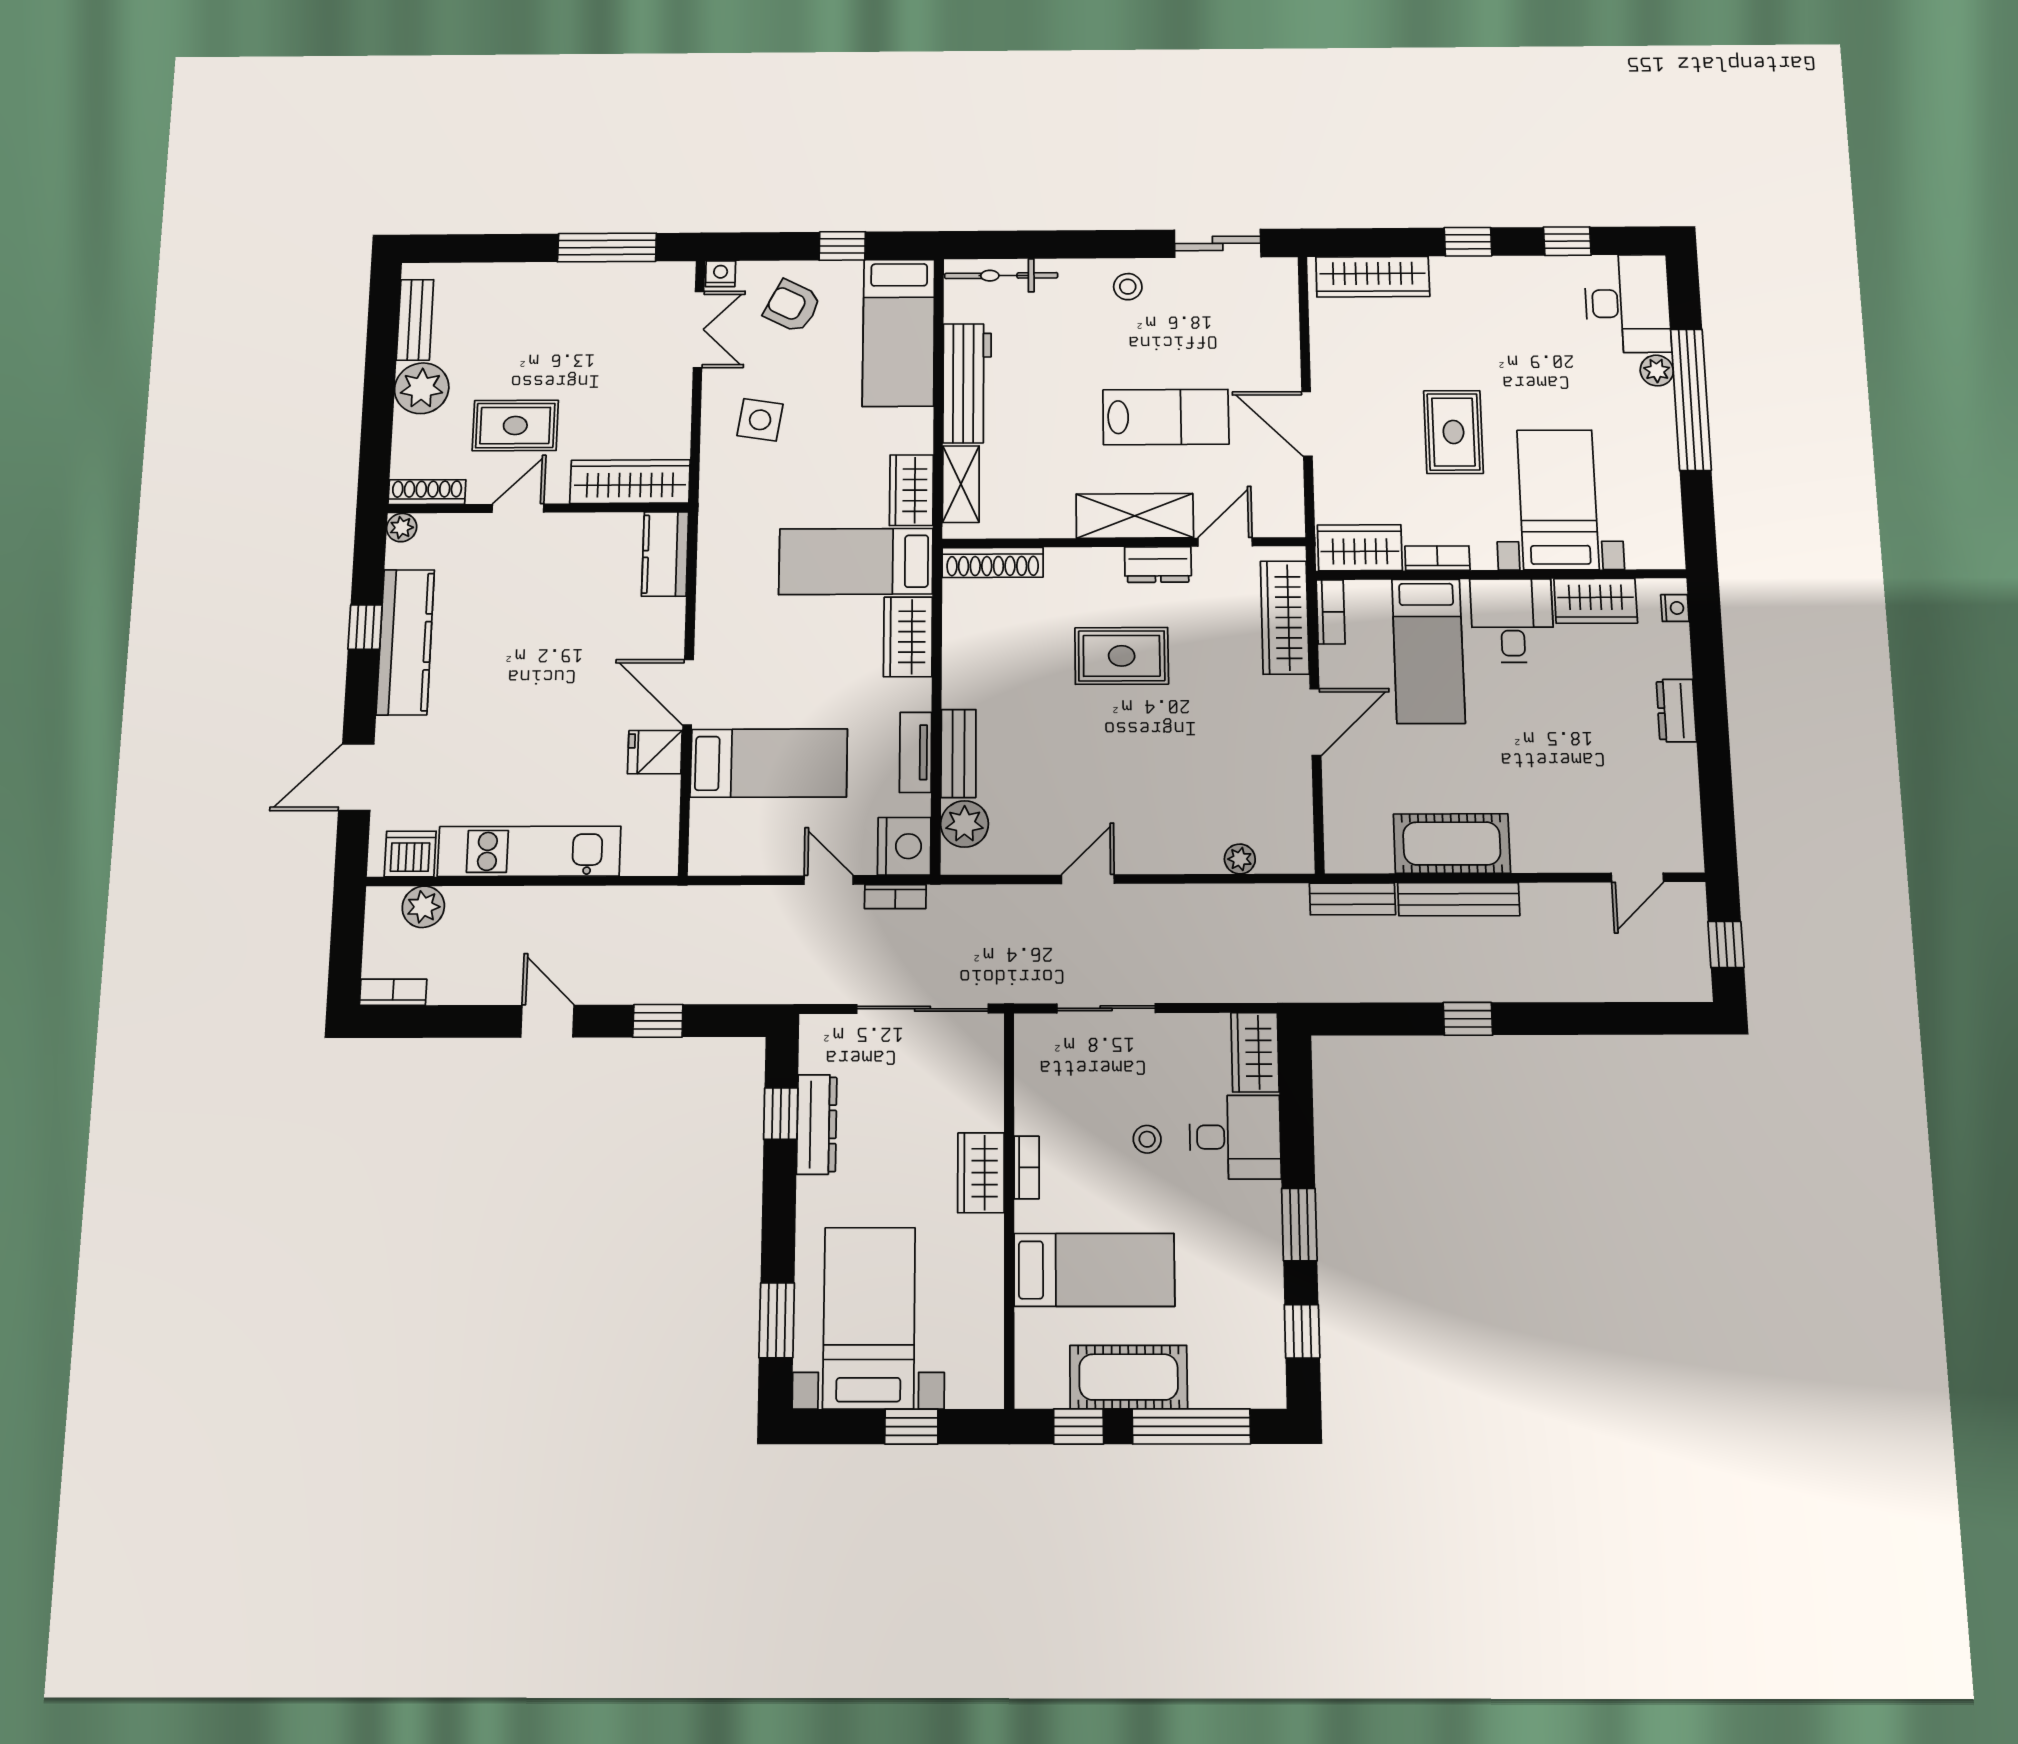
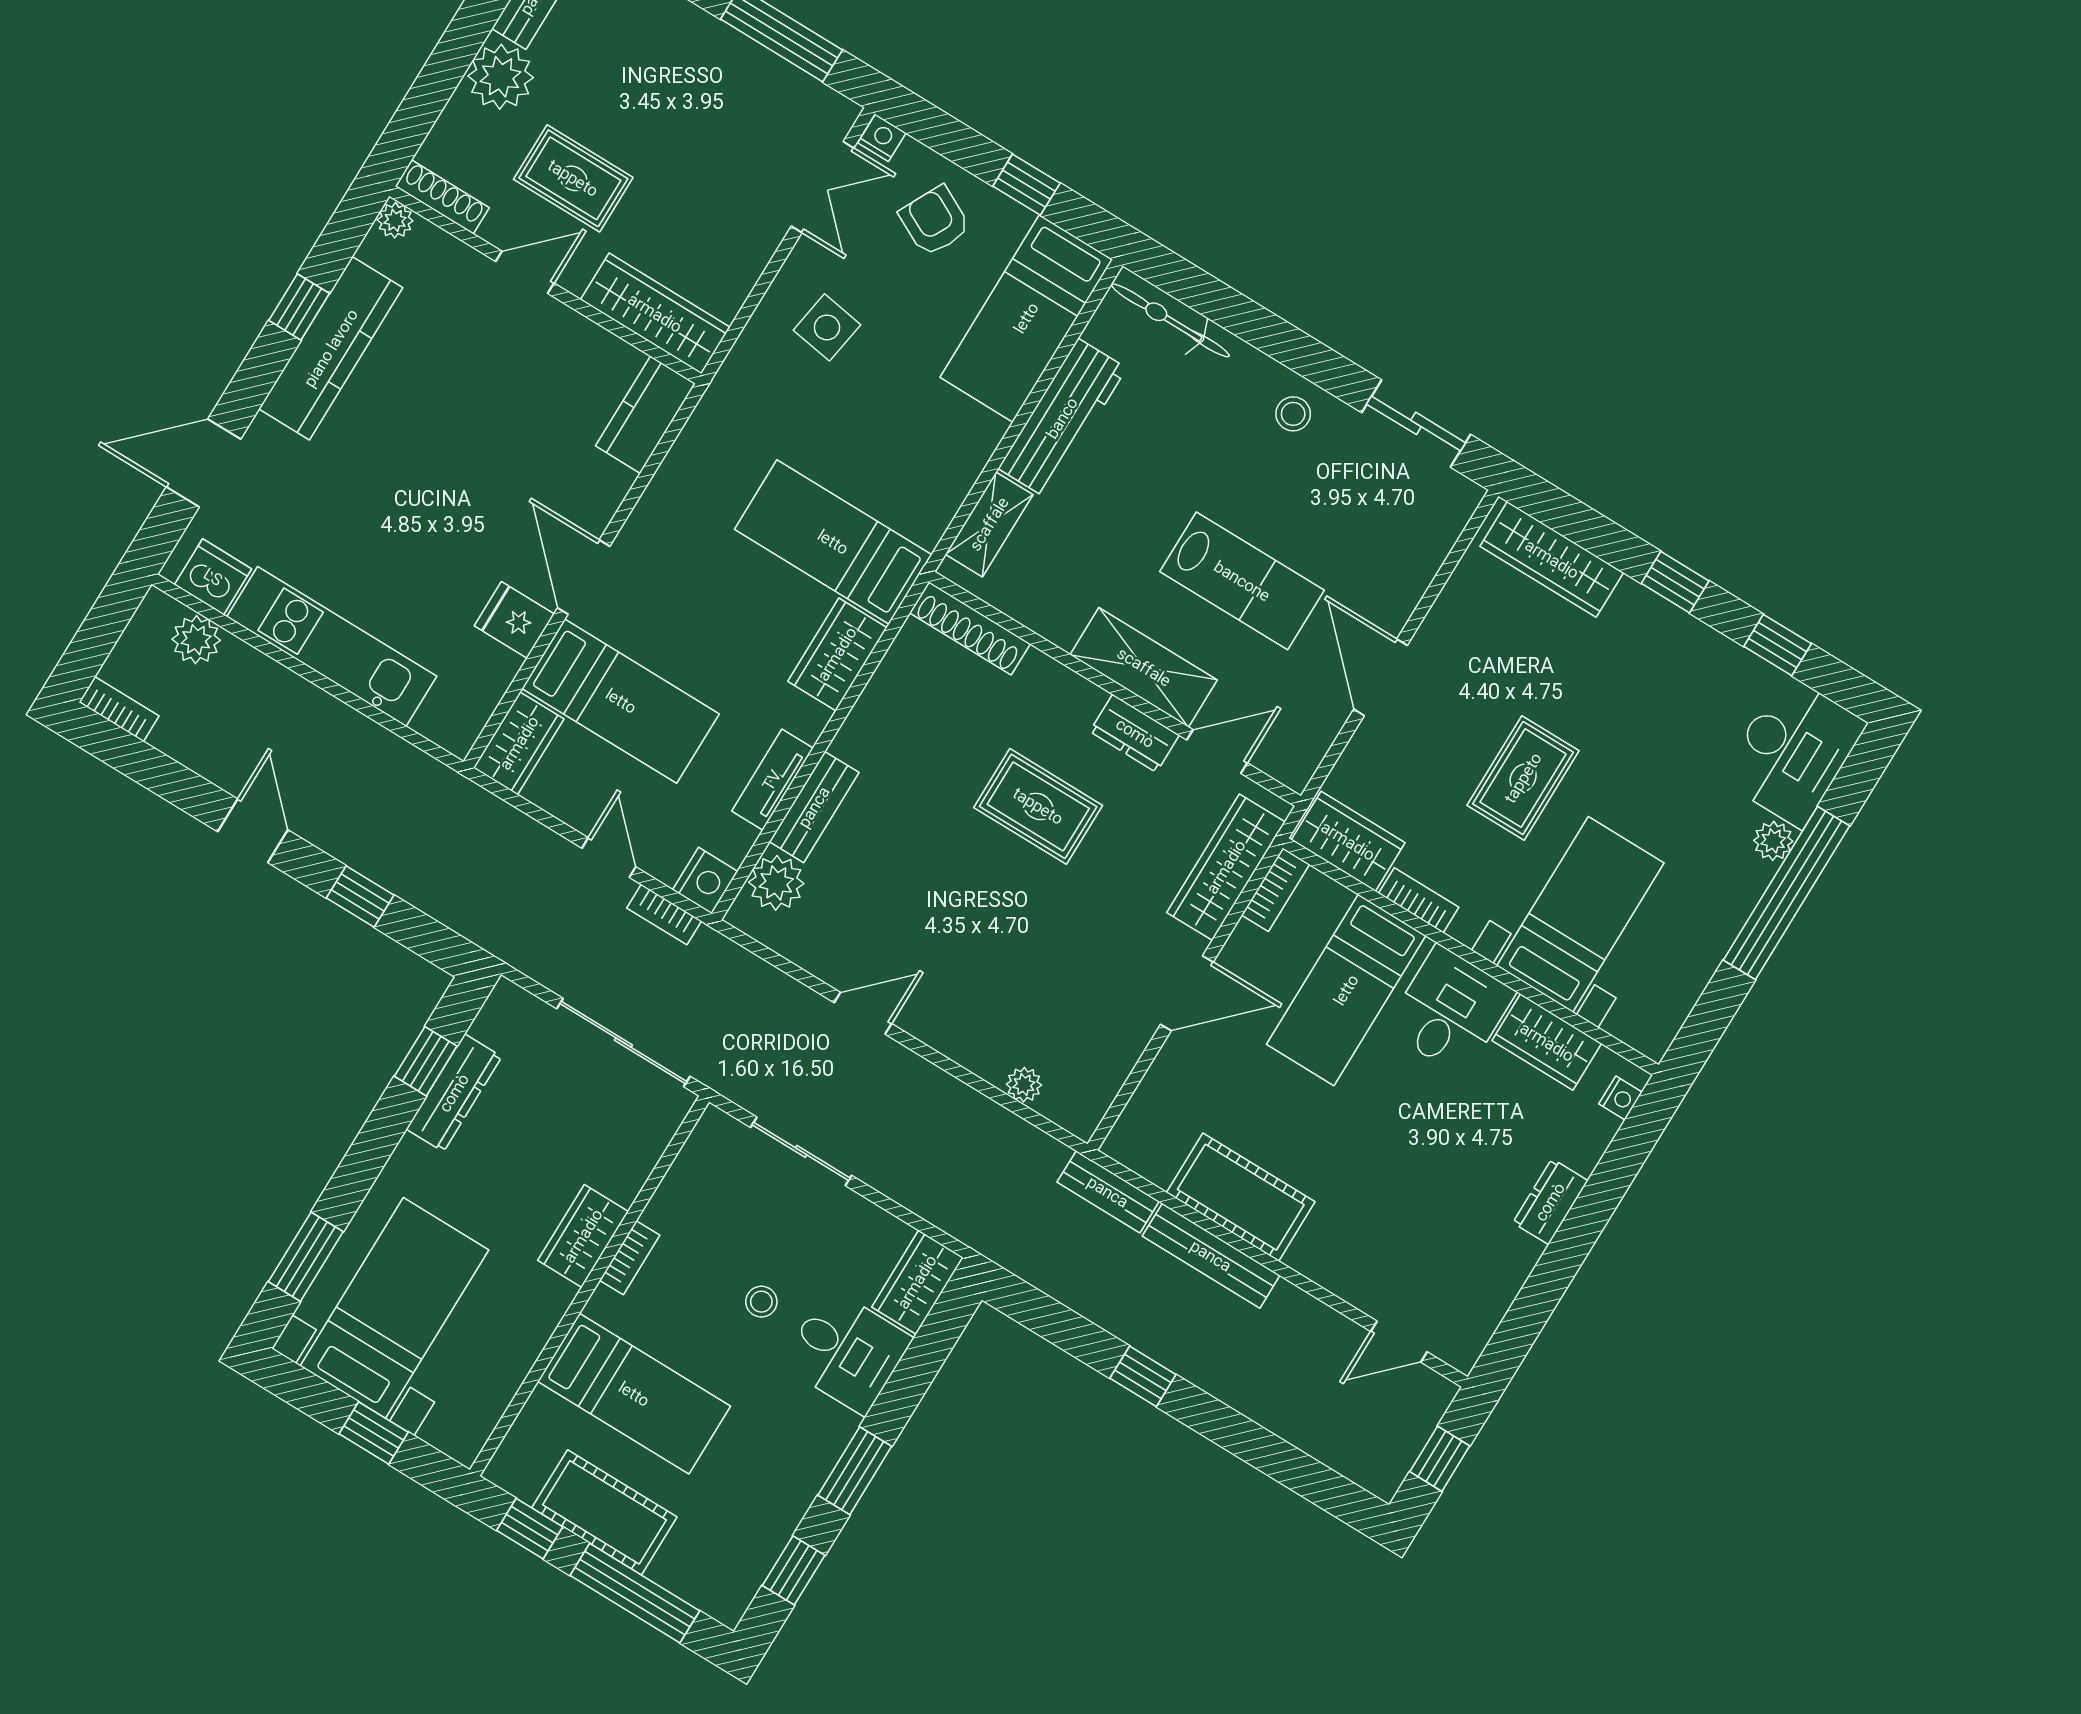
wardrobe: (911, 490) -> (519, 743), moved, turned 180
nightstand: (904, 846) -> (705, 881), width x0.74, depth x0.75

